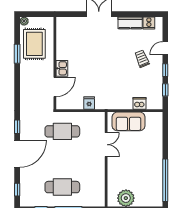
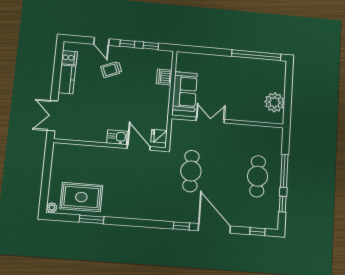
wall: (55, 63) -> (110, 145), moved
kitchen sink: (62, 68) -> (117, 137), moved
door: (55, 87) -> (139, 147), moved

